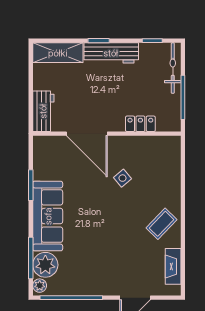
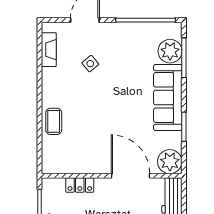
side table: (123, 178) -> (90, 64), moved
coffee table: (161, 224) -> (54, 121), moved, turned -44
plant: (40, 286) -> (170, 162), moved, width x1.88, depth x1.88

